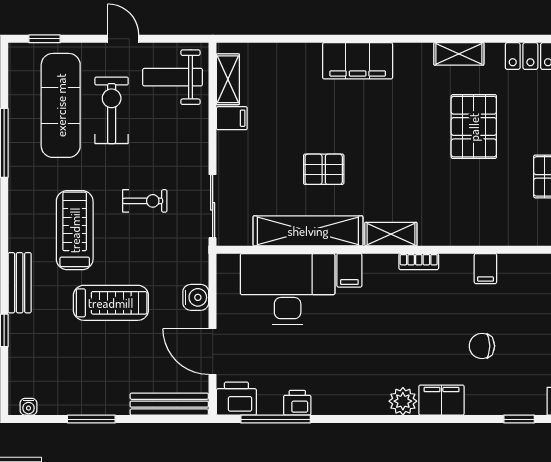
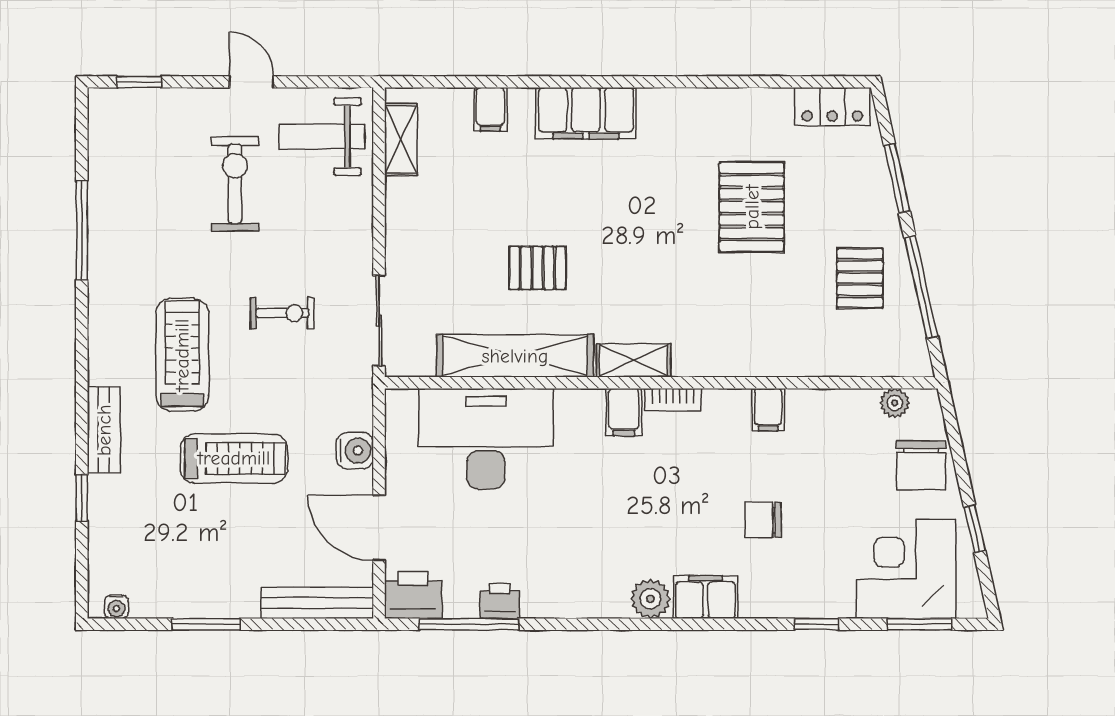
shelving: (459, 54) -> (730, 103), removed
exercise mat: (61, 105) -> (162, 177), removed
filing cabinet: (232, 118) -> (490, 109), moved, turned 90
filing cabinet: (349, 270) -> (624, 412), moved

